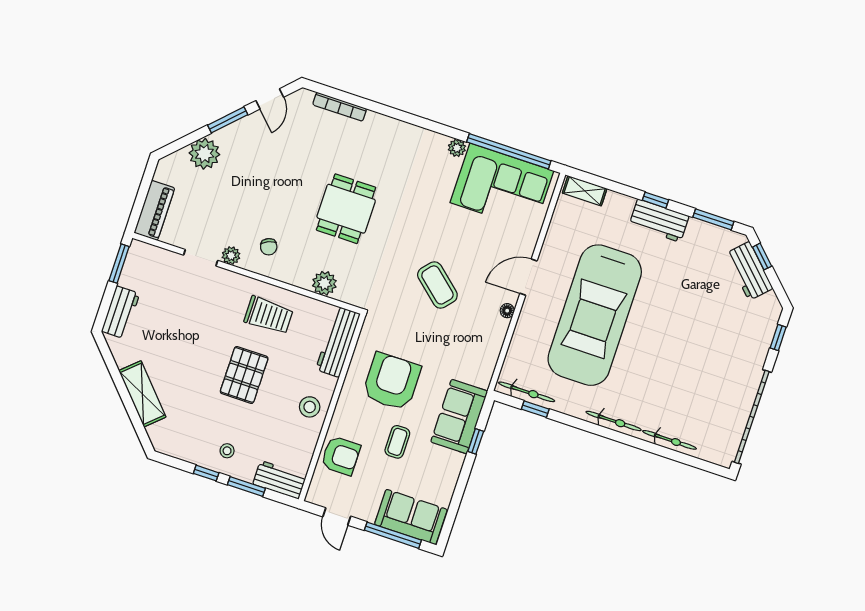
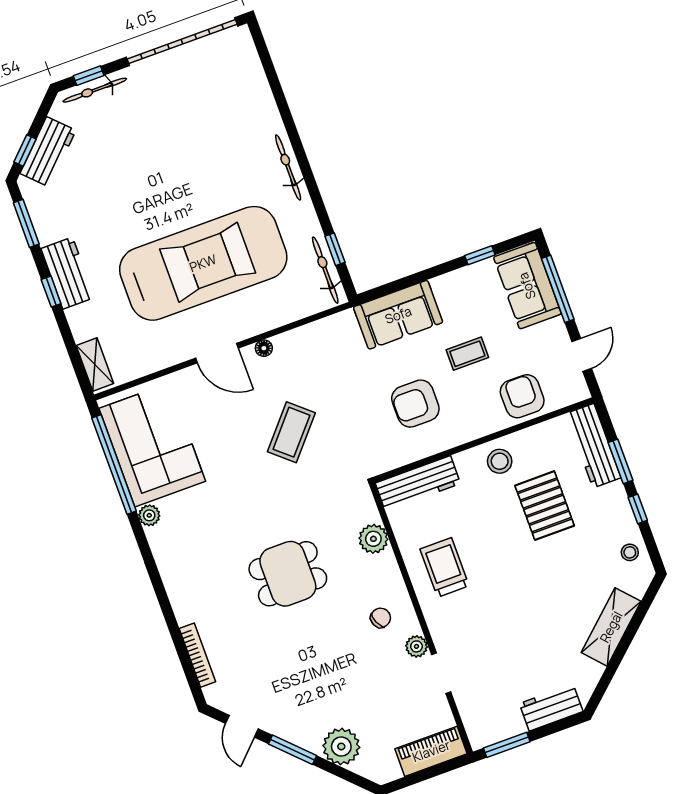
door: (270, 99) -> (242, 726), swing flipped
pallet: (244, 375) -> (545, 506), moved, turned 90
armchair: (392, 382) -> (415, 404), width x0.73, depth x0.73
bicycle: (670, 440) -> (95, 90), moved, turned -90
window: (476, 441) -> (480, 255), moved
stool: (227, 451) -> (630, 552), moved
workbench: (280, 480) -> (593, 446), width x1.38

